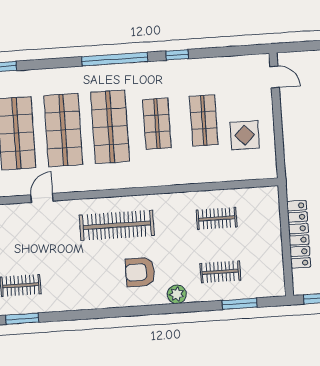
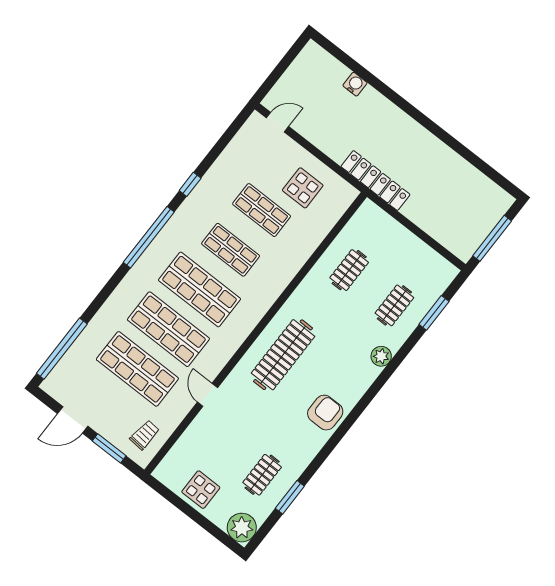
locker: (299, 234) -> (375, 180), moved
armchair: (140, 272) -> (325, 413), moved, turned 180

